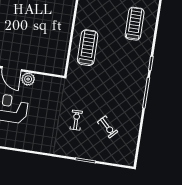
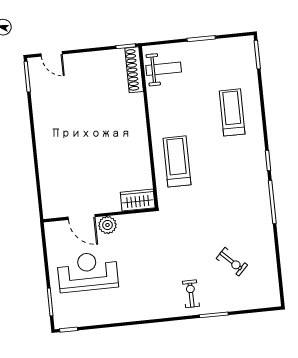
wardrobe: (54, 67) -> (138, 200), added
exercise bike: (76, 120) -> (191, 294), moved

